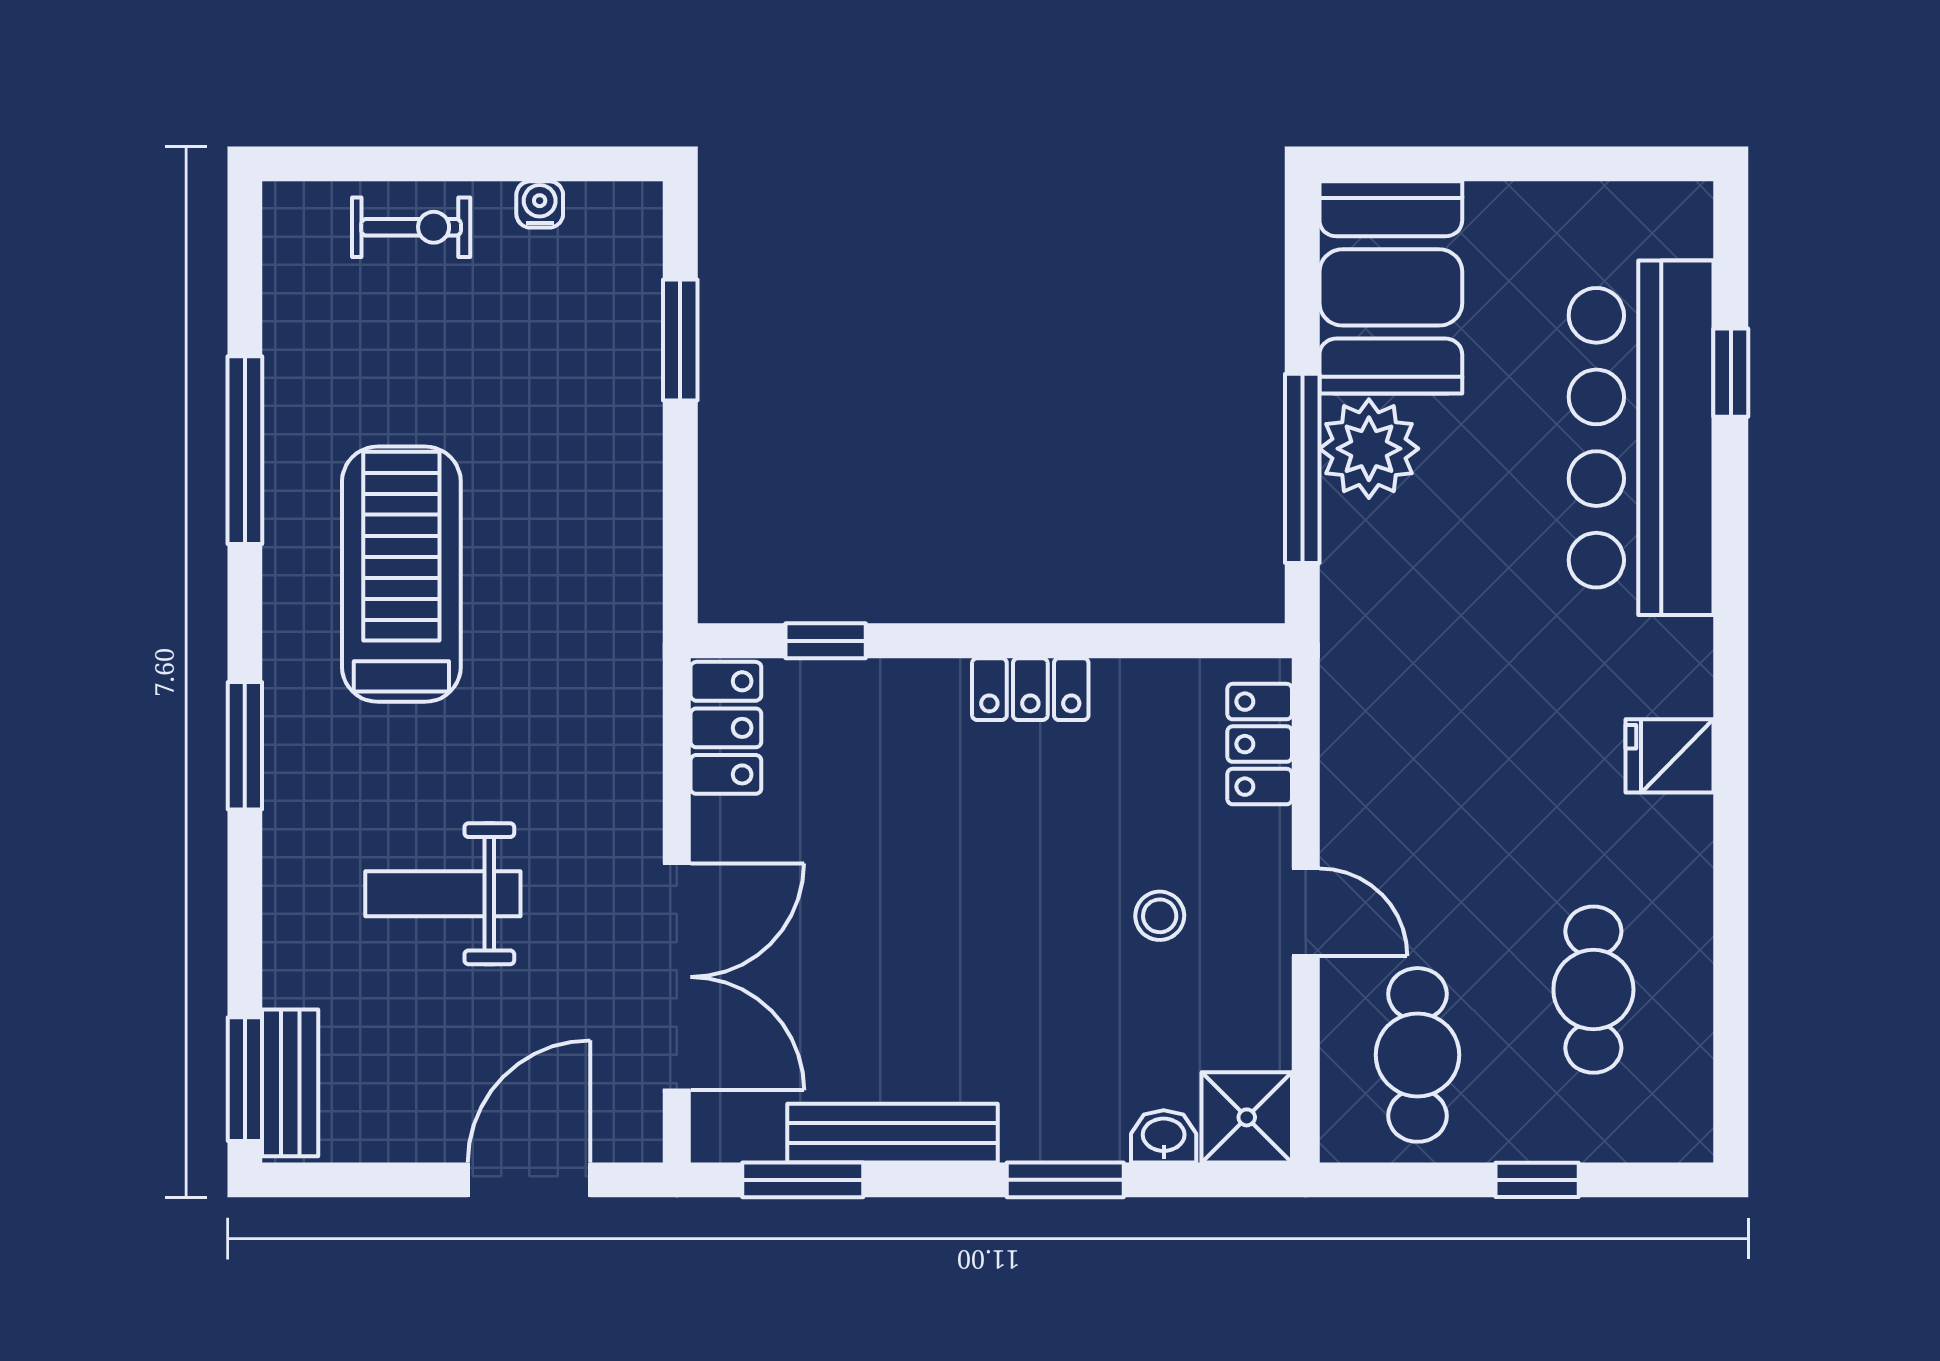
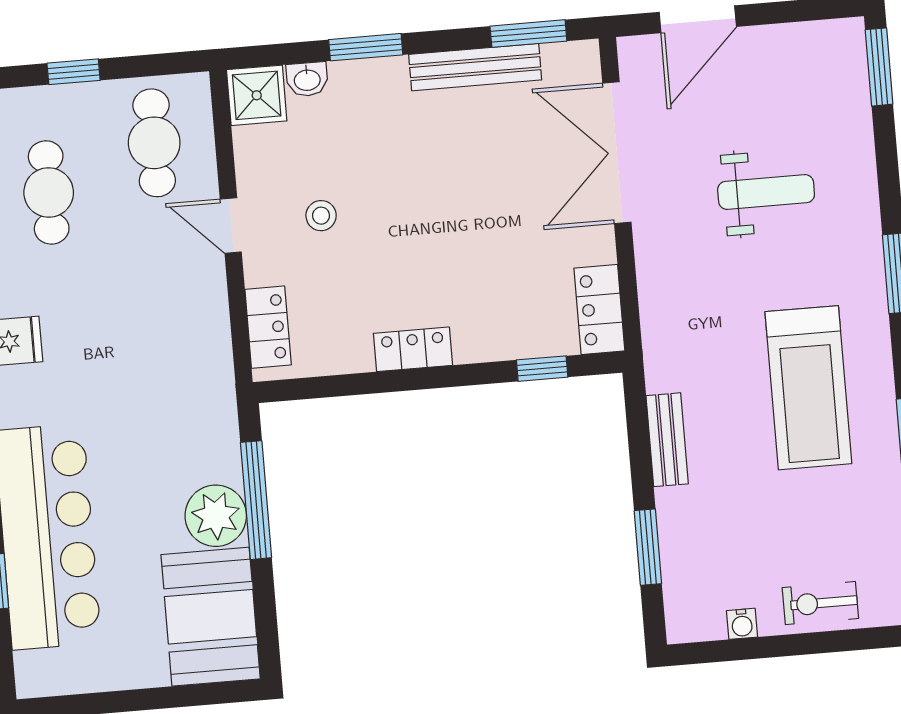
bench: (290, 1083) -> (667, 440), moved

